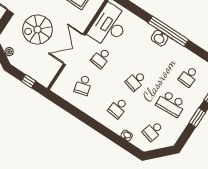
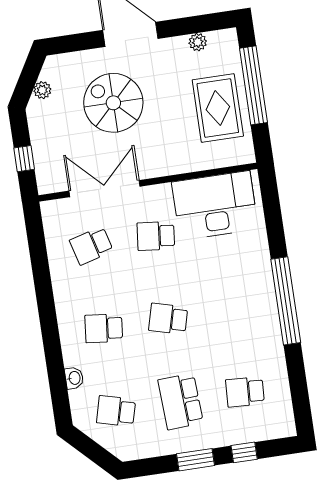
washbasin: (159, 38) -> (264, 297), removed
double door: (74, 49) -> (104, 189), moved

